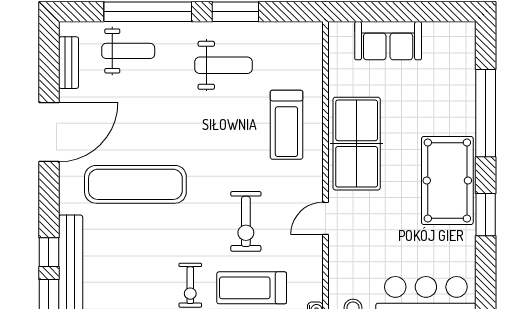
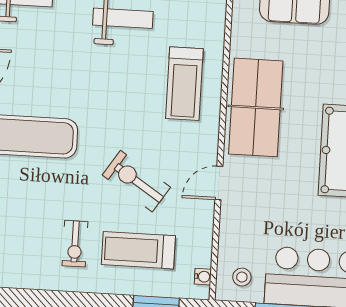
exercise bike: (246, 221) -> (136, 181), turned 123

